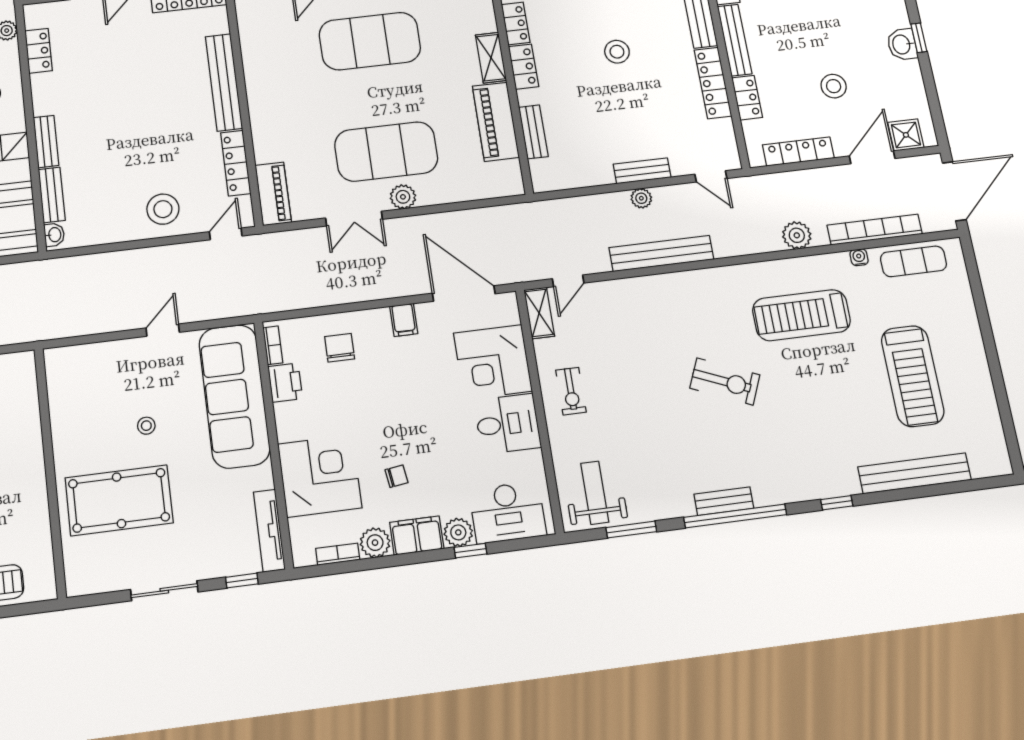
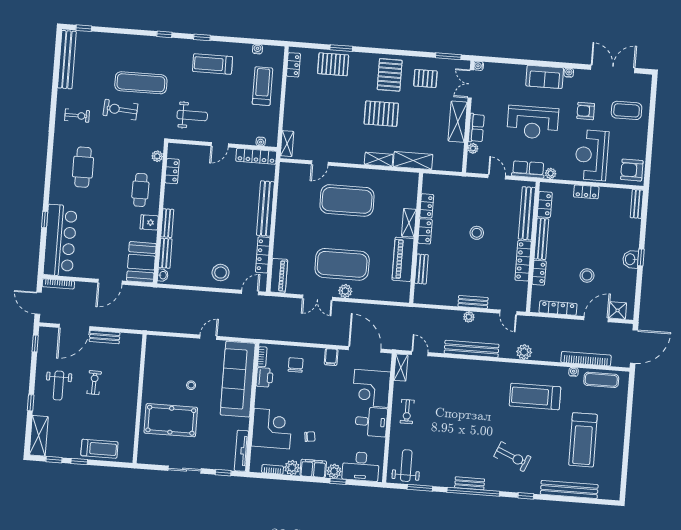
plant: (797, 235) -> (524, 352), moved
door: (568, 281) -> (420, 354), swing flipped
exercise bike: (725, 381) -> (512, 457), moved

